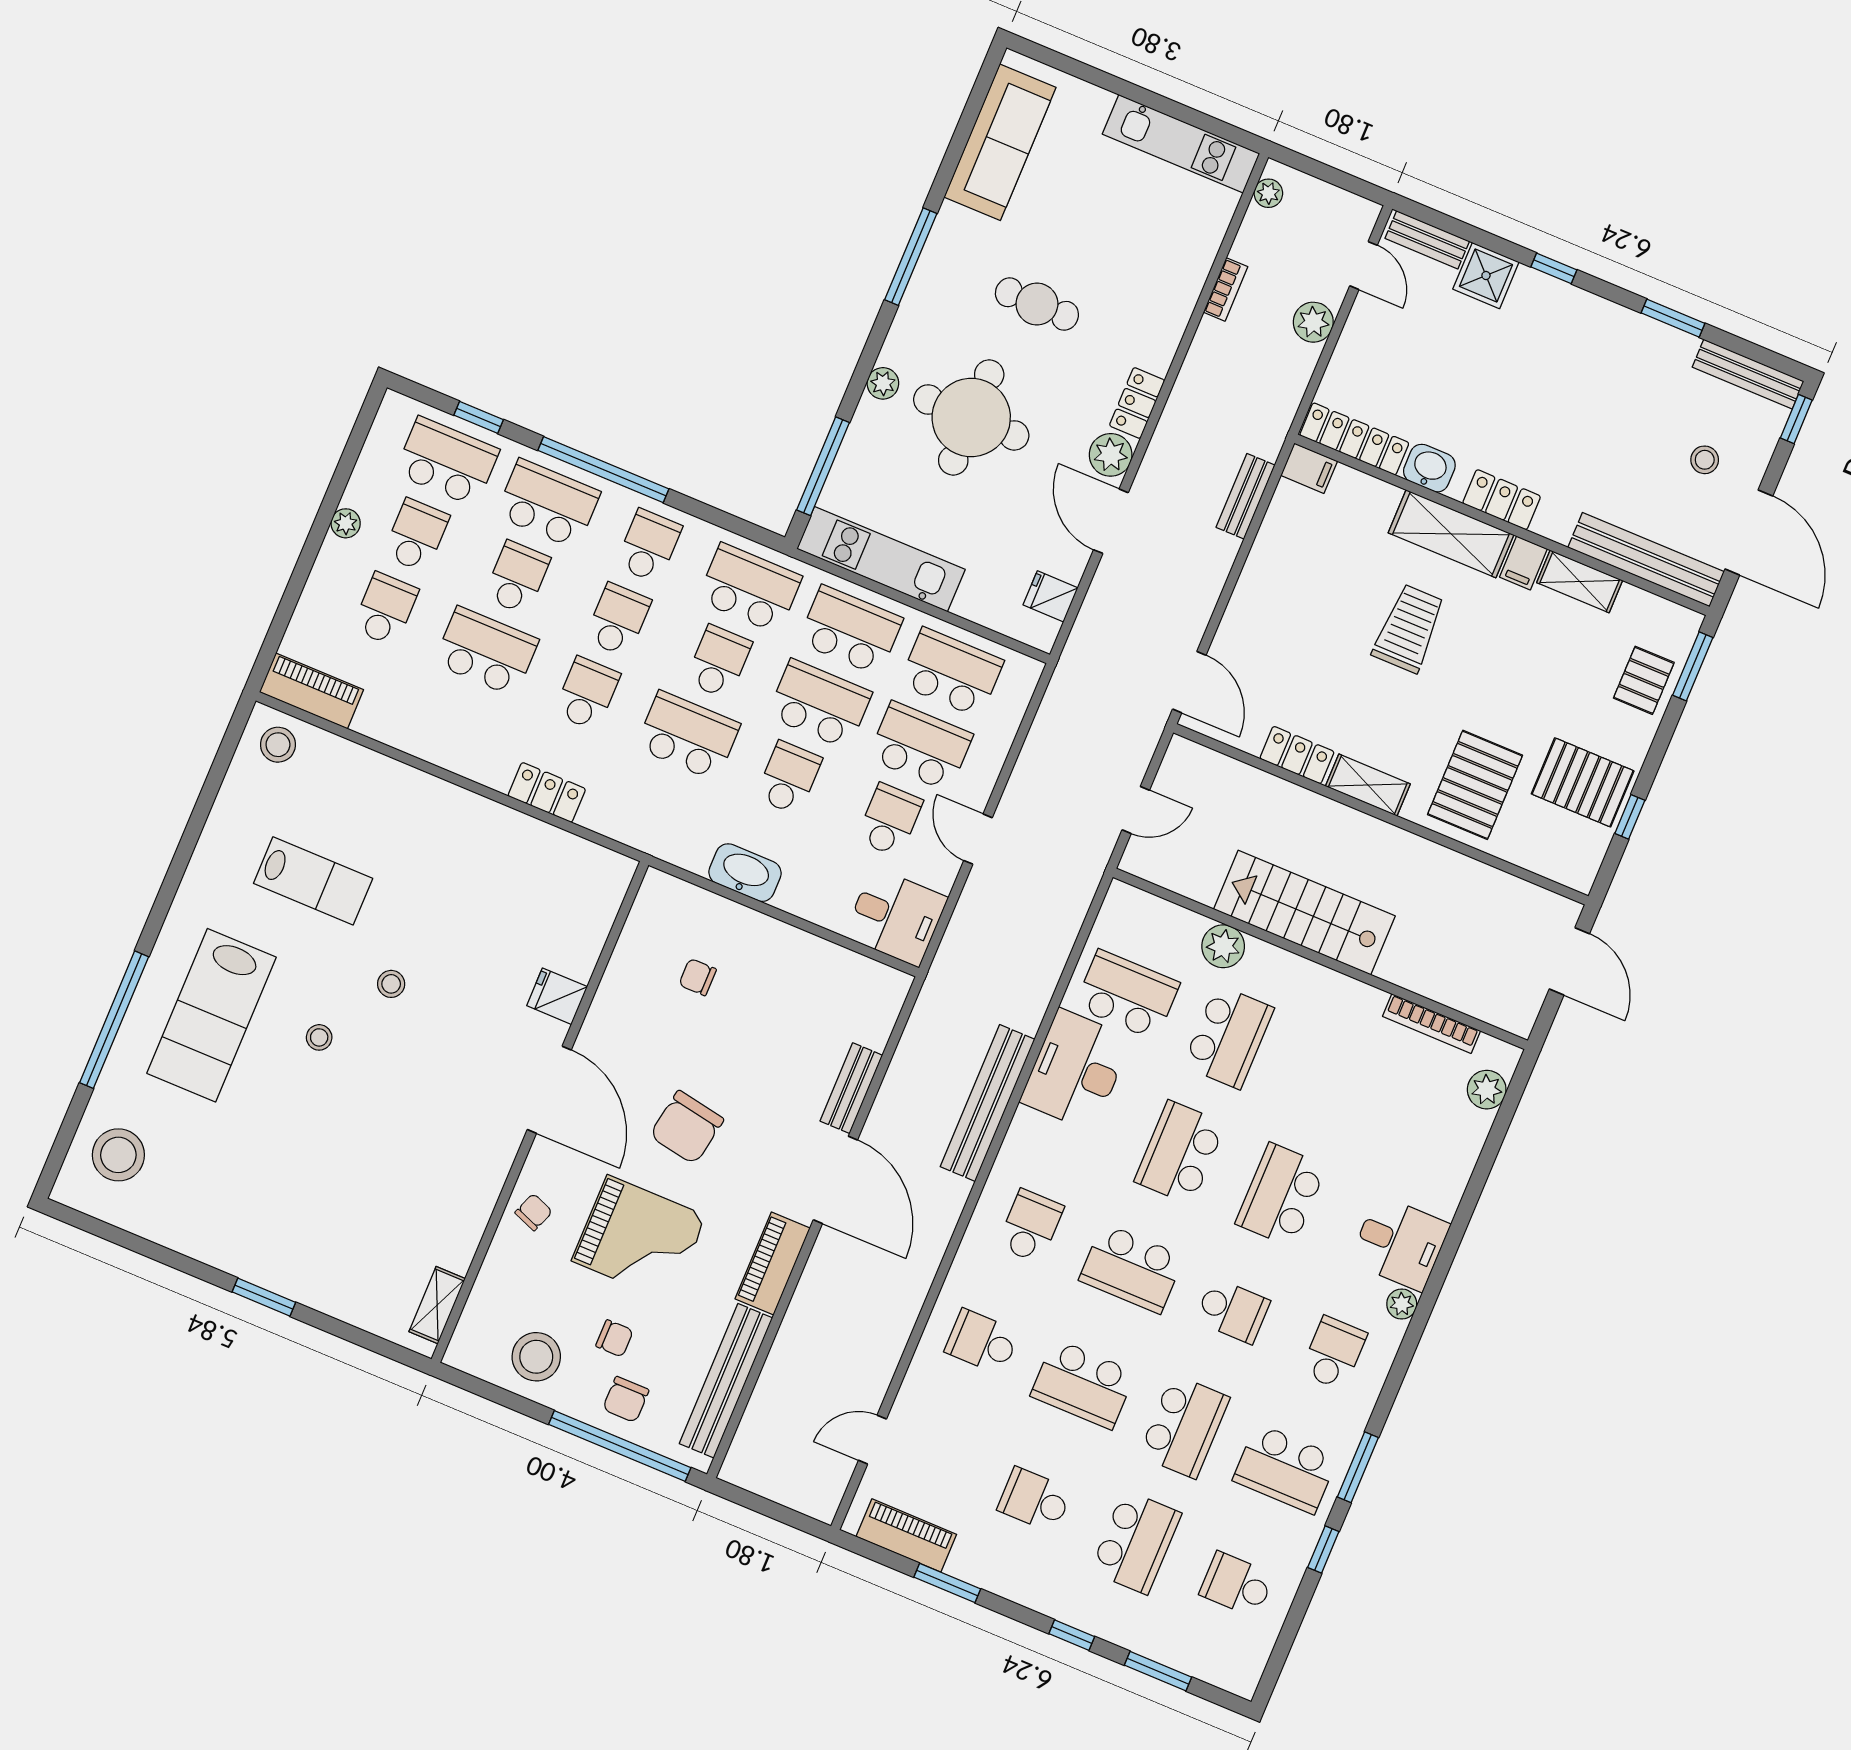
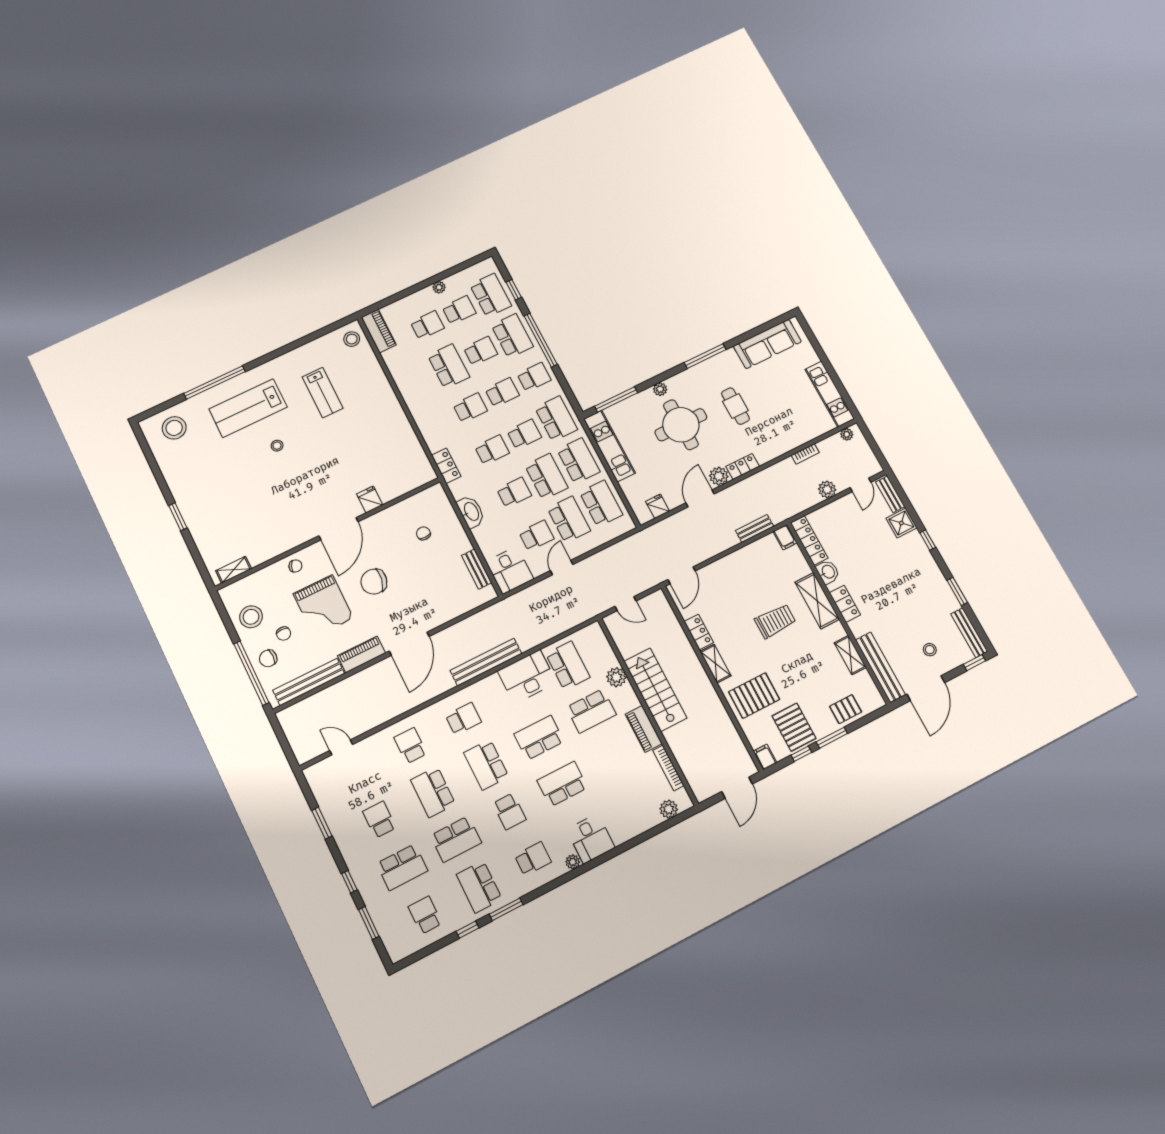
filing cabinet: (1523, 563) -> (765, 757), moved, turned 90
window: (1693, 666) -> (832, 738), moved
school desk: (688, 736) -> (492, 450), width x0.54
locker: (547, 792) -> (446, 466), moved
stool: (391, 984) -> (317, 448), removed
bench: (851, 1088) -> (477, 569), moved, turned 90
piano: (906, 1535) -> (644, 729), moved, turned 180

